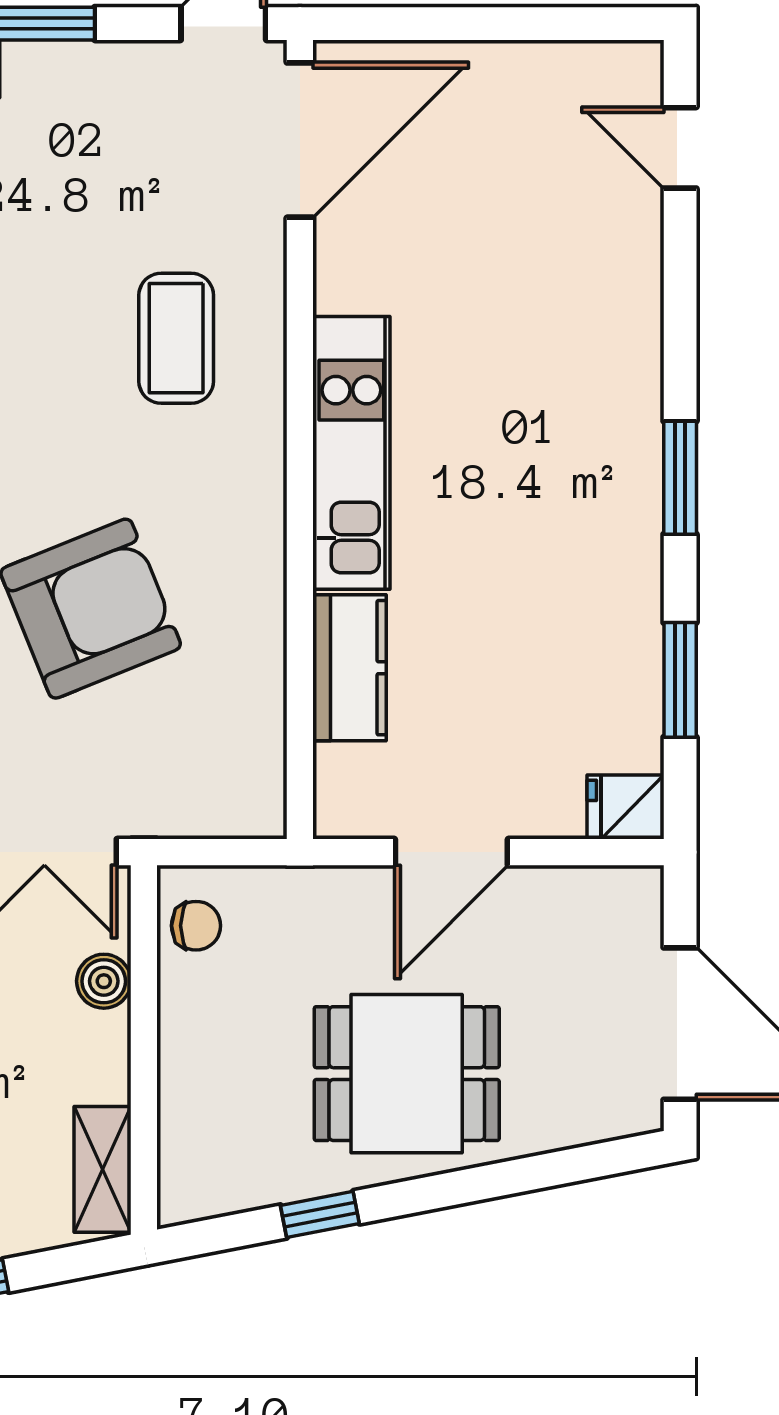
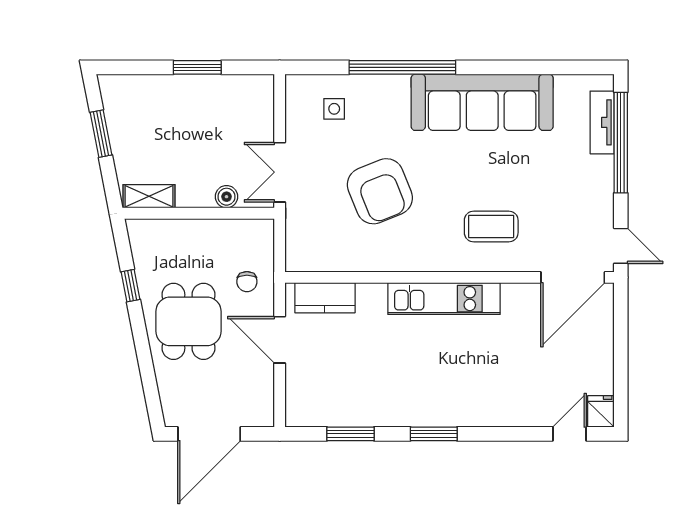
door: (300, 140) -> (573, 277), hinge flipped
kitchen counter: (349, 668) -> (325, 298), moved
fridge: (626, 807) -> (601, 411), moved
chair: (196, 926) -> (247, 282), moved

